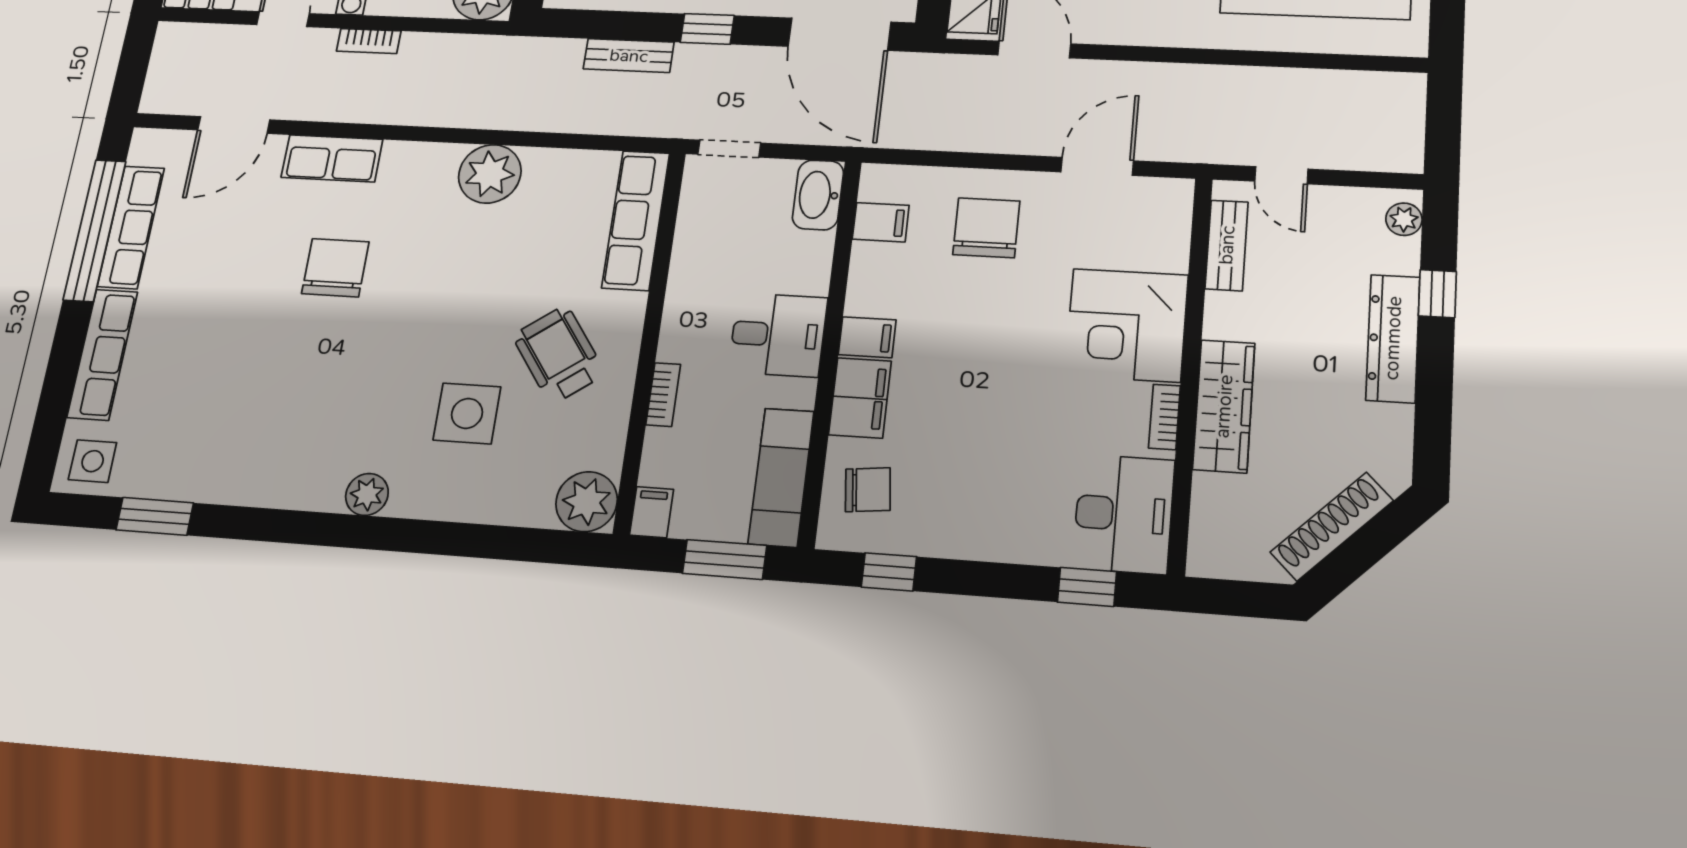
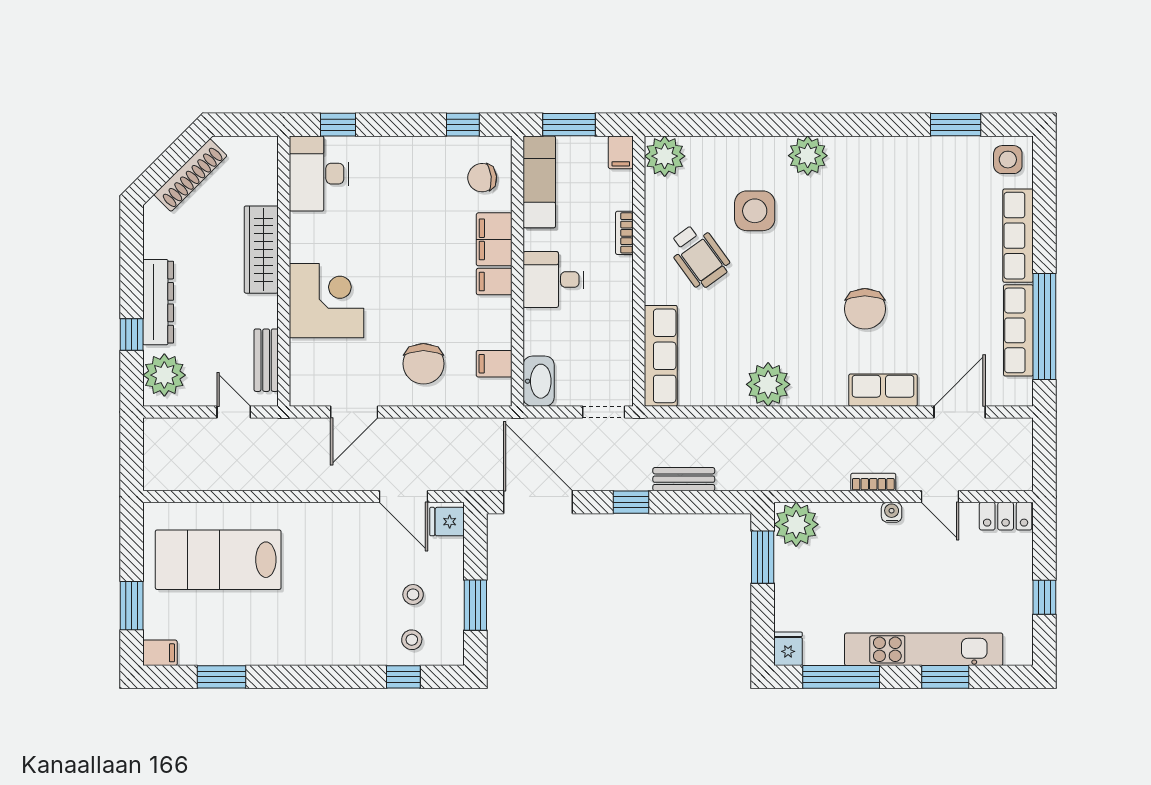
plant: (1404, 219) -> (164, 375), width x1.88, depth x1.88
bookcase: (1164, 417) -> (298, 240), removed
plant: (367, 494) -> (808, 156), width x1.36, depth x1.36

